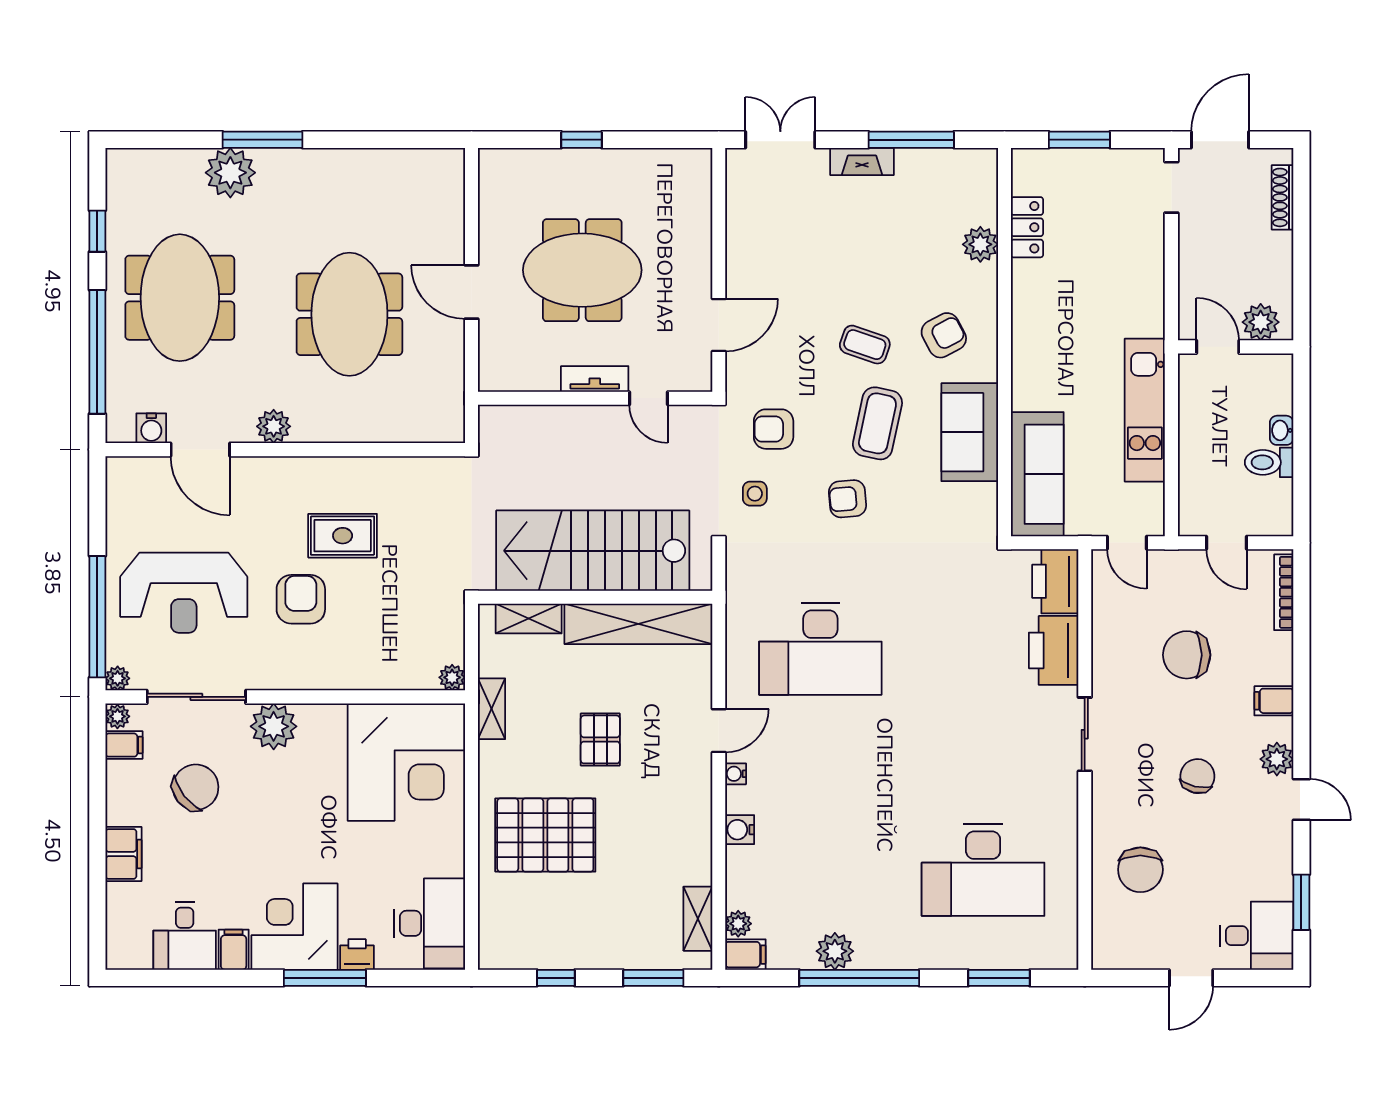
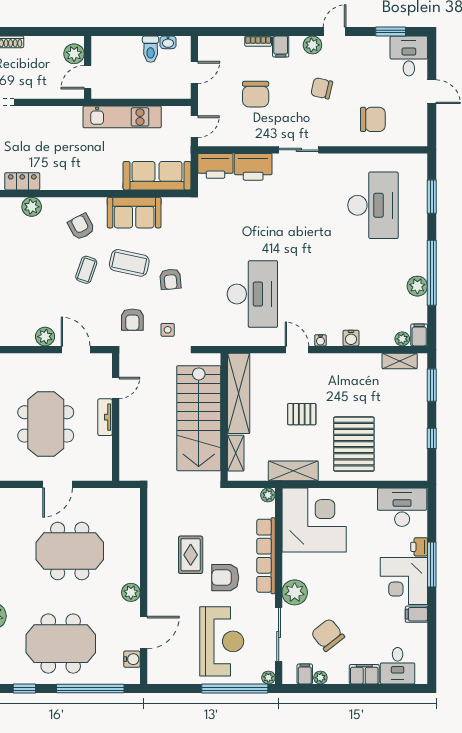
plant: (742, 269) -> (45, 337), added
washbasin: (1282, 430) -> (168, 42), moved
bookcase: (1284, 592) -> (258, 41), moved, width x0.64
row of seats: (341, 674) -> (266, 556), added
shelving: (492, 709) -> (293, 471), width x1.50, depth x1.33
plant: (117, 716) -> (320, 678), moved
desk: (185, 936) -> (398, 666), moved, turned 90

